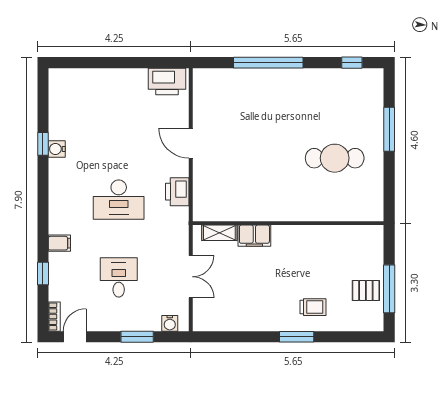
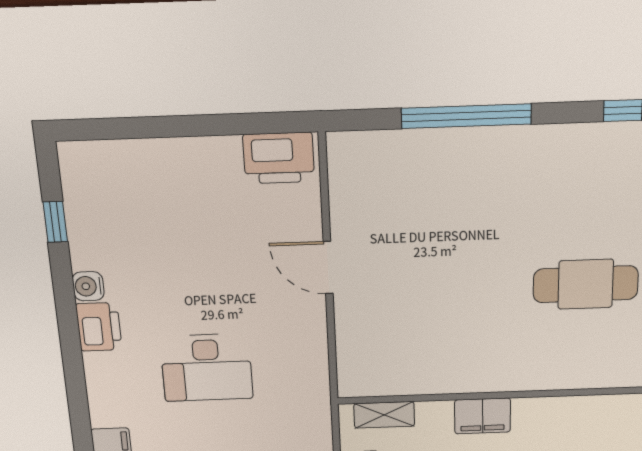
window: (43, 144) -> (55, 222), moved
printer: (177, 192) -> (99, 327), moved, turned 180
filing cabinet: (254, 236) -> (483, 416), moved

